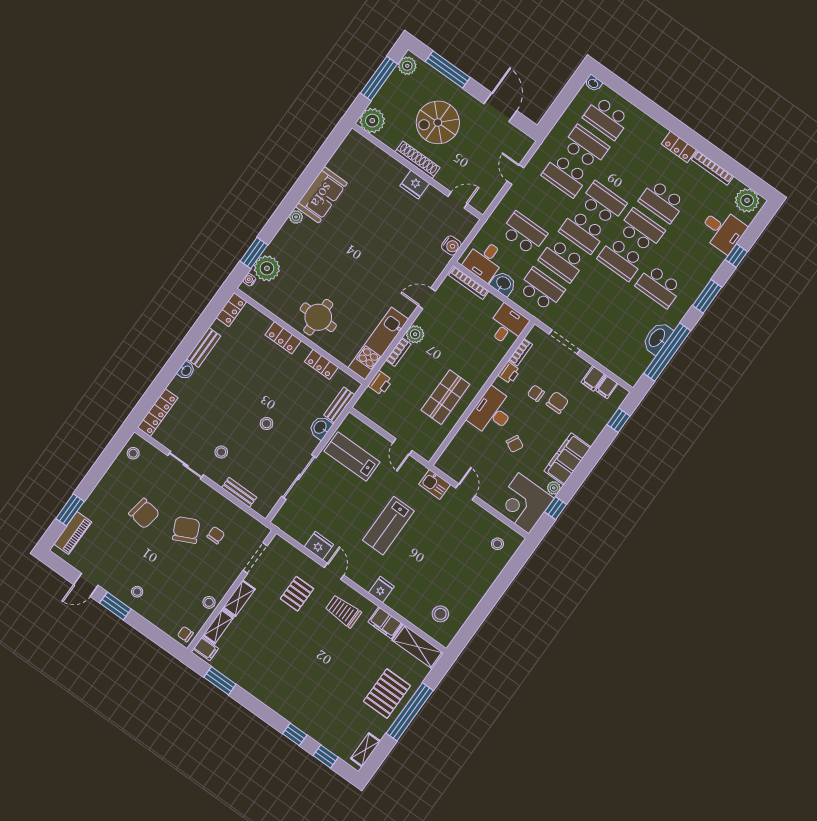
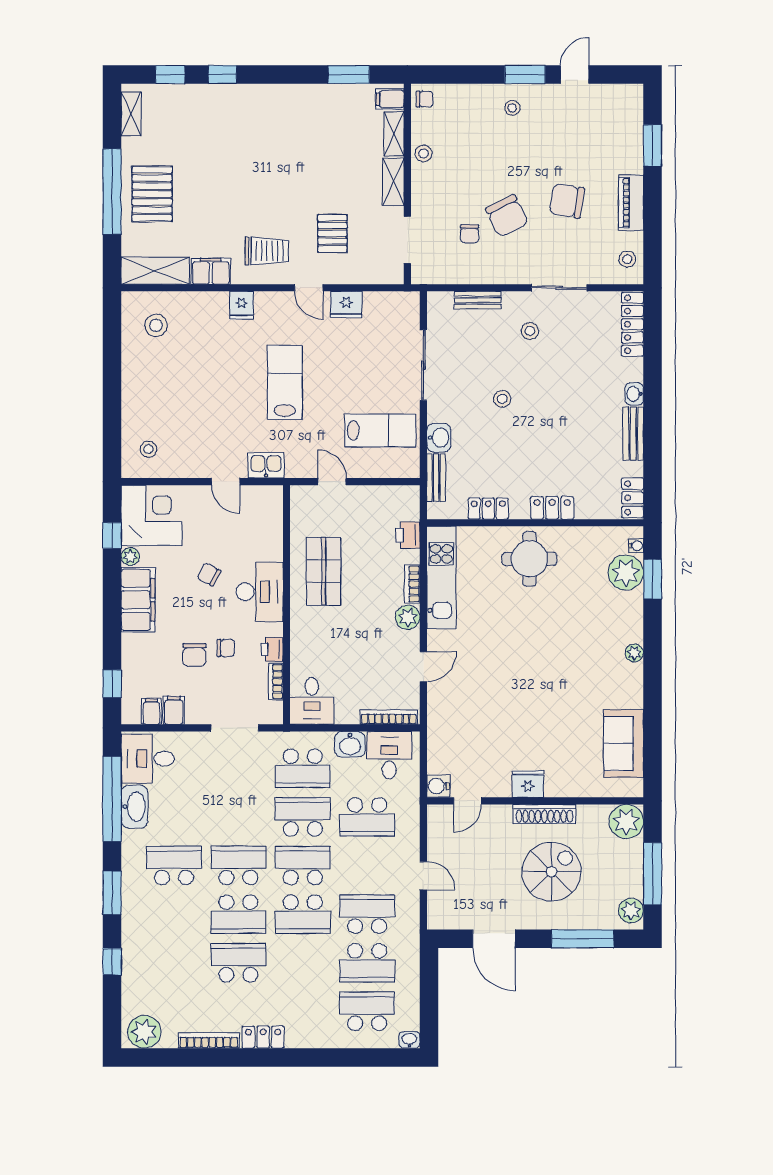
sofa: (321, 195) -> (624, 744), moved
desk: (723, 230) -> (148, 759), moved
water cooler: (451, 246) -> (438, 786), moved
piano: (73, 533) -> (631, 203), moved

